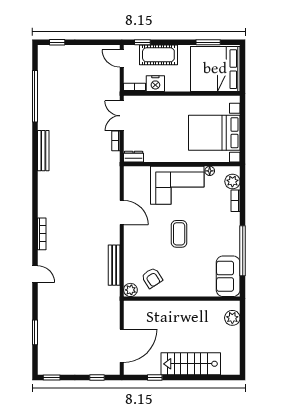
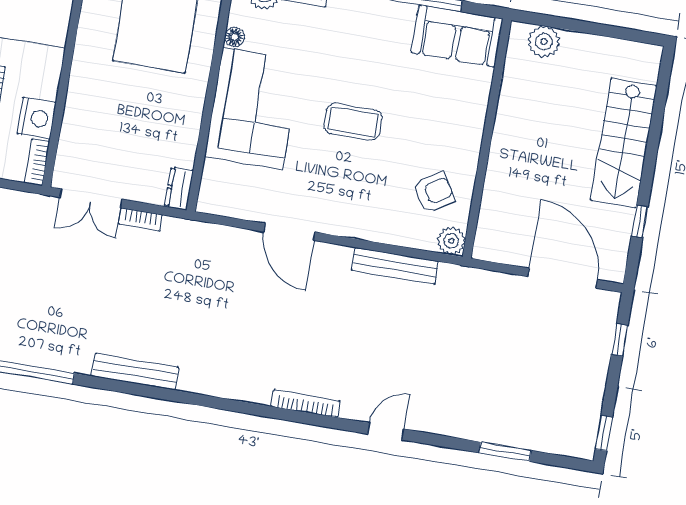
door: (122, 213) -> (289, 232), swing flipped

